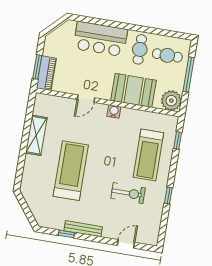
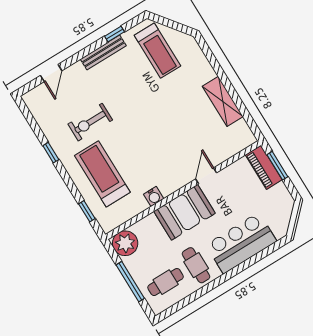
booth: (134, 90) -> (185, 212), moved
water cooler: (114, 111) -> (154, 196), moved
treadmill: (71, 171) -> (157, 51), moved, width x0.73, depth x0.73

